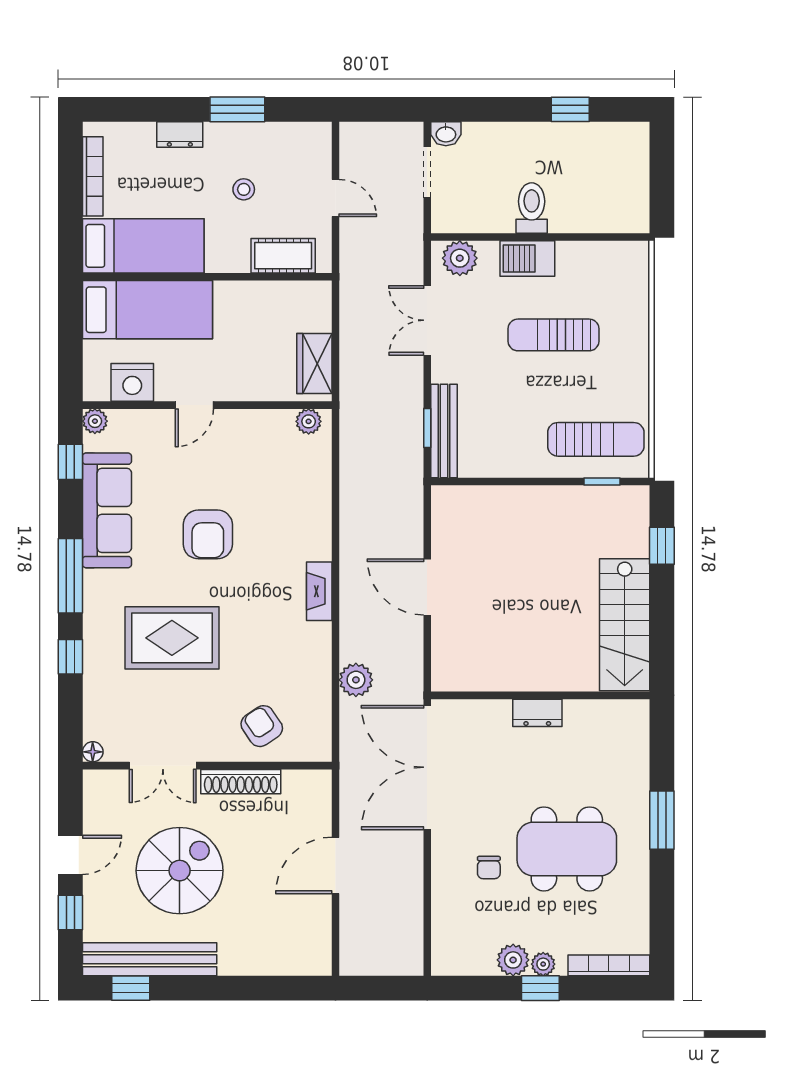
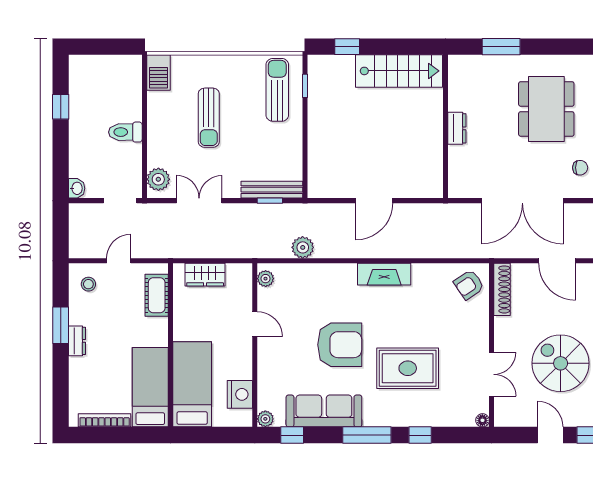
dresser: (180, 134) -> (77, 341), moved
doorway: (427, 172) -> (120, 201), moved
stool: (244, 189) -> (88, 284), moved
barbecue: (527, 258) -> (159, 72), moved
double door: (427, 320) -> (199, 201), swing flipped
wardrobe: (314, 364) -> (205, 275), moved
door: (194, 405) -> (255, 324), moved
armchair: (208, 534) -> (340, 345), width x1.36, depth x1.36
fireplace: (319, 591) -> (384, 274), width x1.37, depth x1.32
rug: (172, 638) -> (408, 368), turned 90
plant: (356, 680) -> (303, 247), moved
armchair: (262, 726) -> (469, 285), moved
double door: (427, 767) -> (522, 201), moved
shoe rack: (241, 782) -> (502, 289), moved
window: (662, 820) -> (501, 47), moved
chair: (489, 868) -> (580, 168), moved

